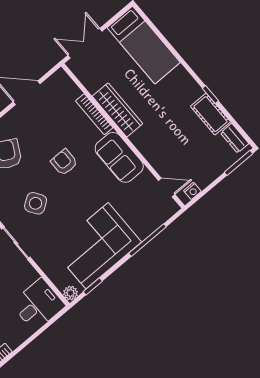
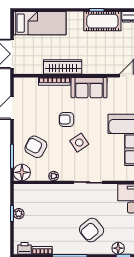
cot: (210, 114) -> (102, 21), width x1.37, depth x1.34
side table: (36, 203) -> (79, 143), moved

